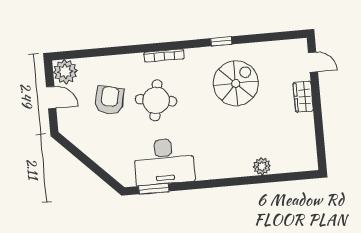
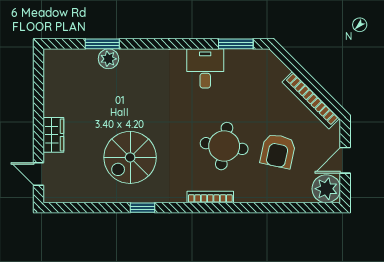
door: (51, 97) -> (345, 160), hinge flipped
bookcase: (85, 146) -> (311, 100), added
desk: (164, 162) -> (205, 68), width x0.53, depth x0.77
window: (268, 178) -> (102, 44), added

